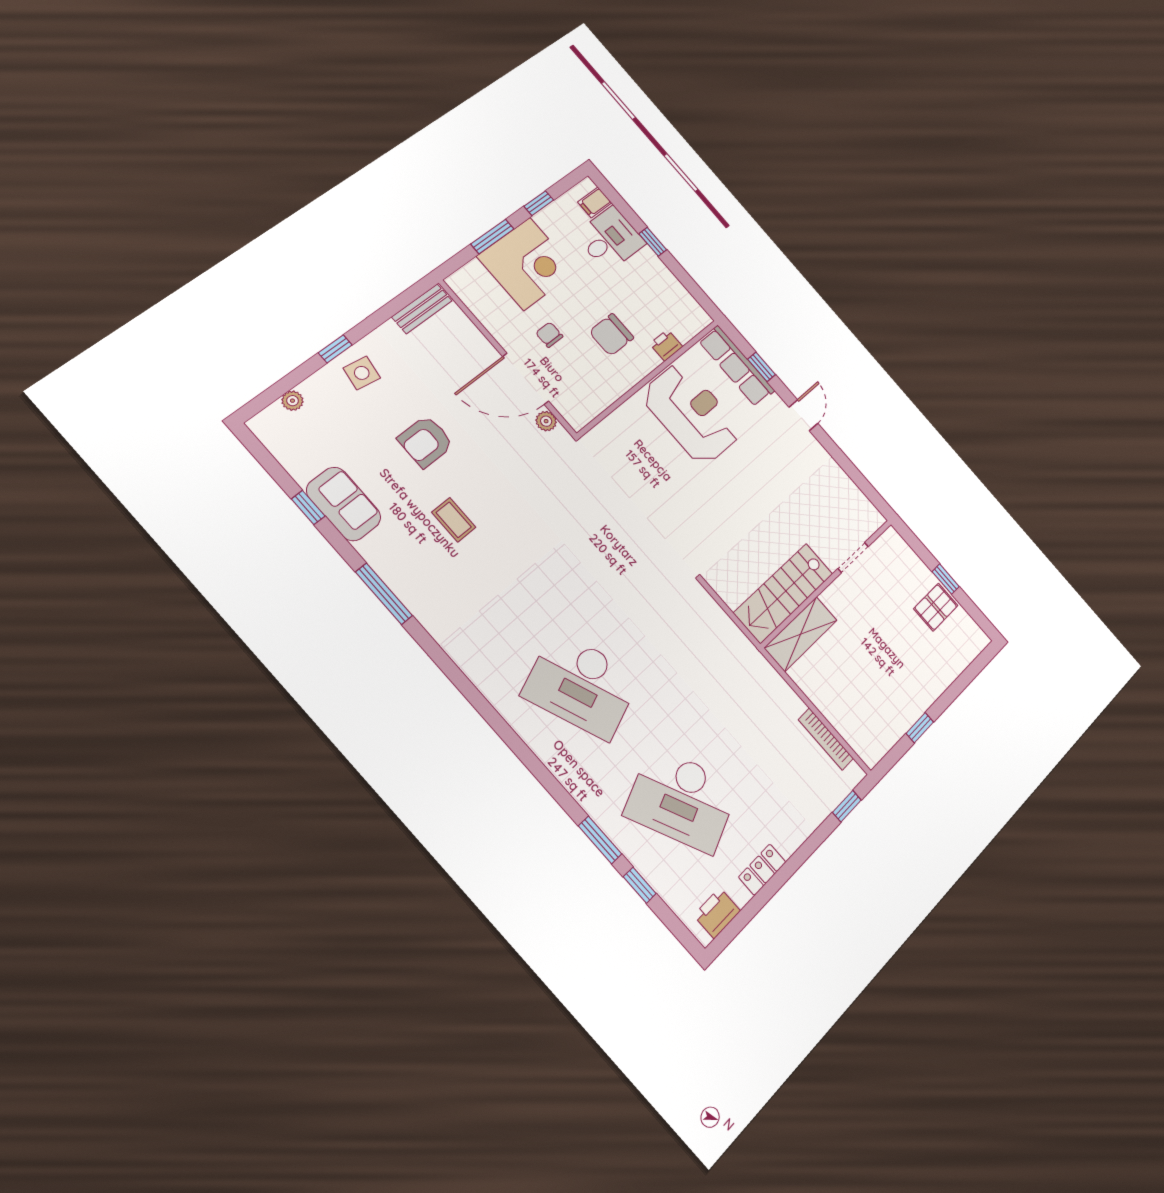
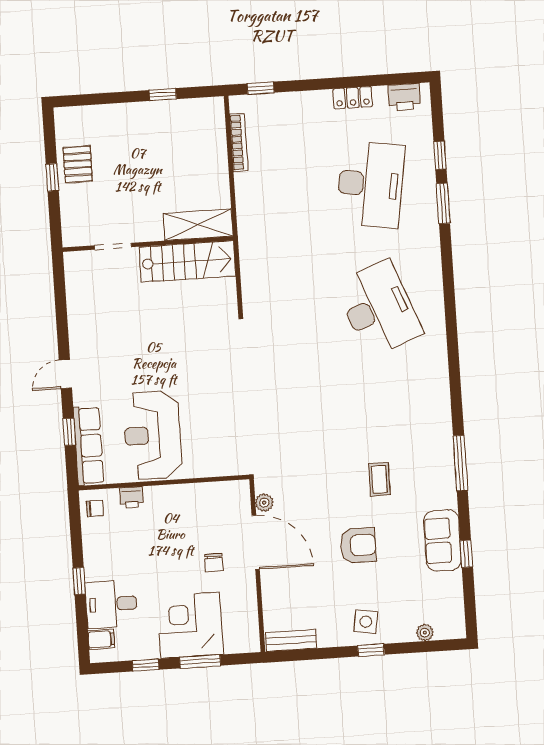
chair: (611, 335) -> (95, 508), moved, width x0.54, depth x0.54
pallet: (936, 607) -> (78, 164), turned 90
desk: (682, 800) -> (370, 184), turned 33

